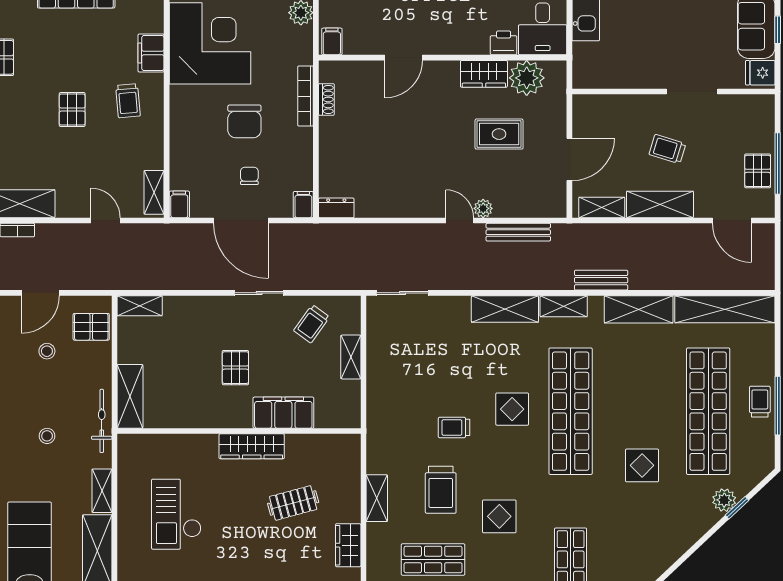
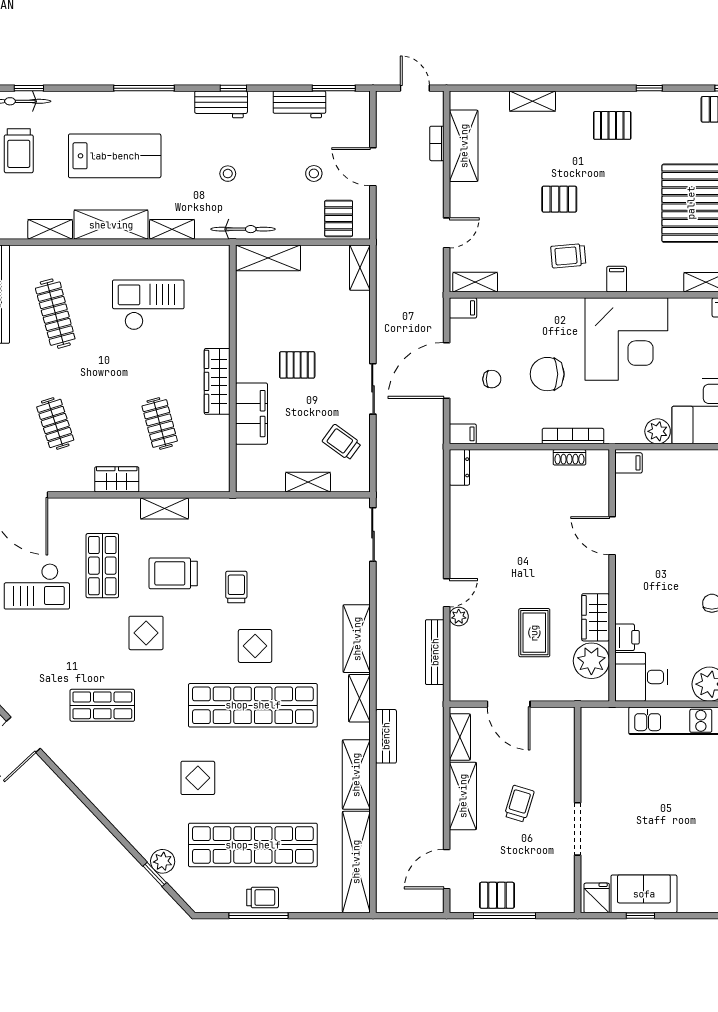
filing cabinet: (151, 53) -> (617, 279), width x0.50

